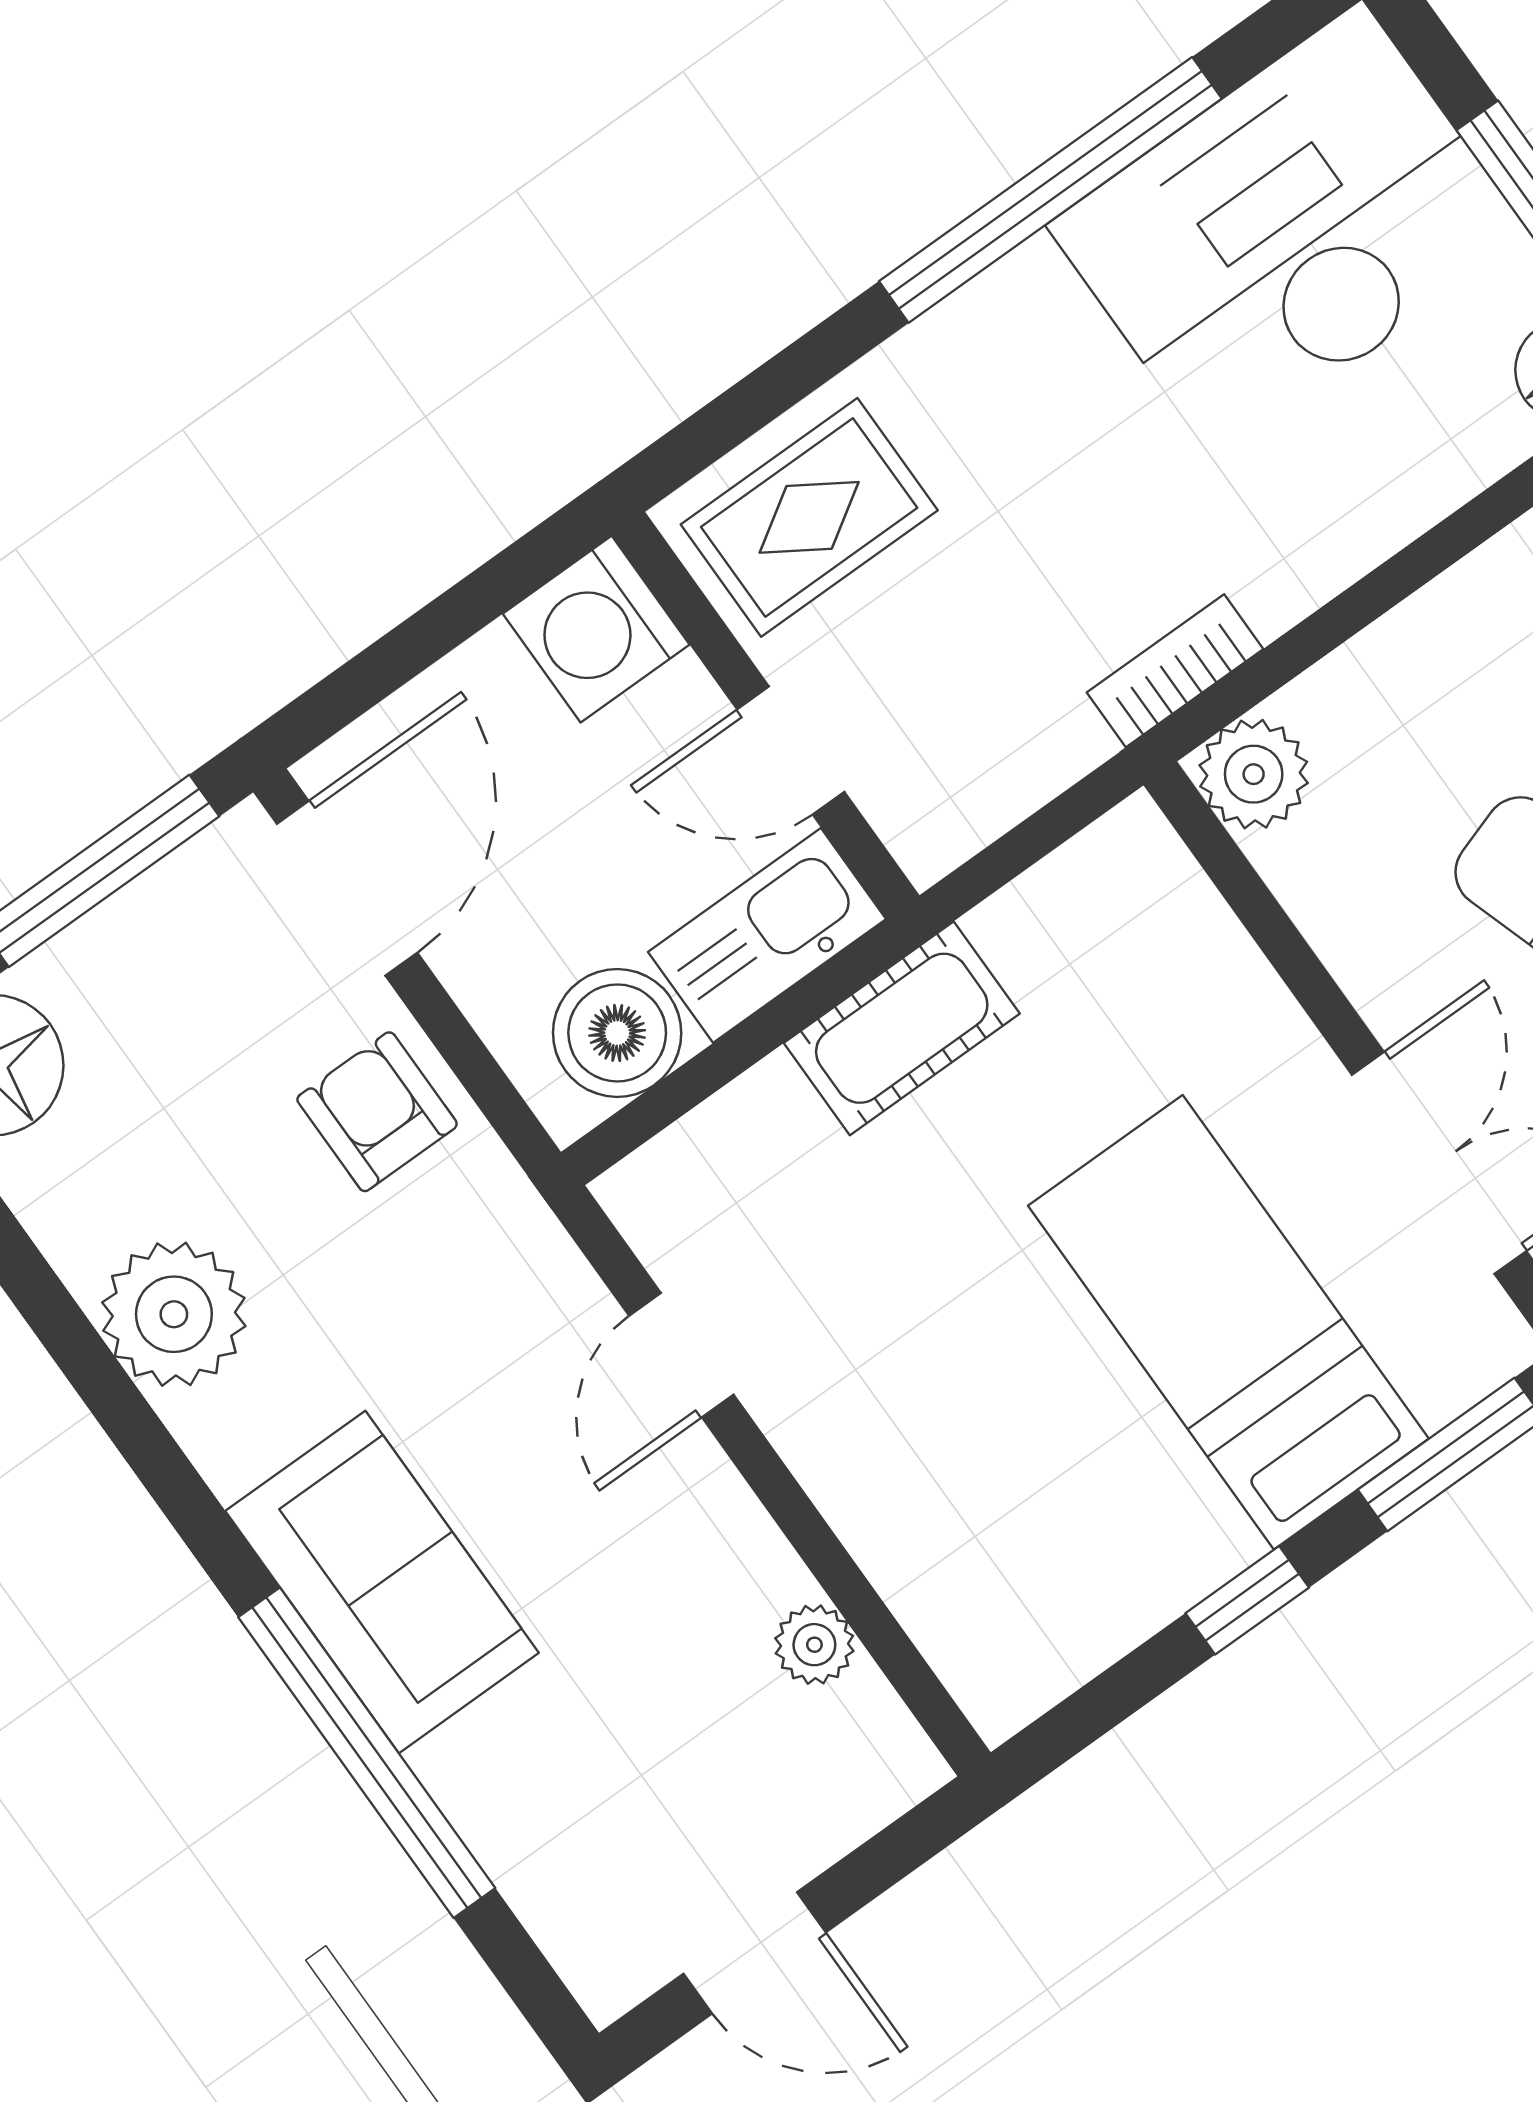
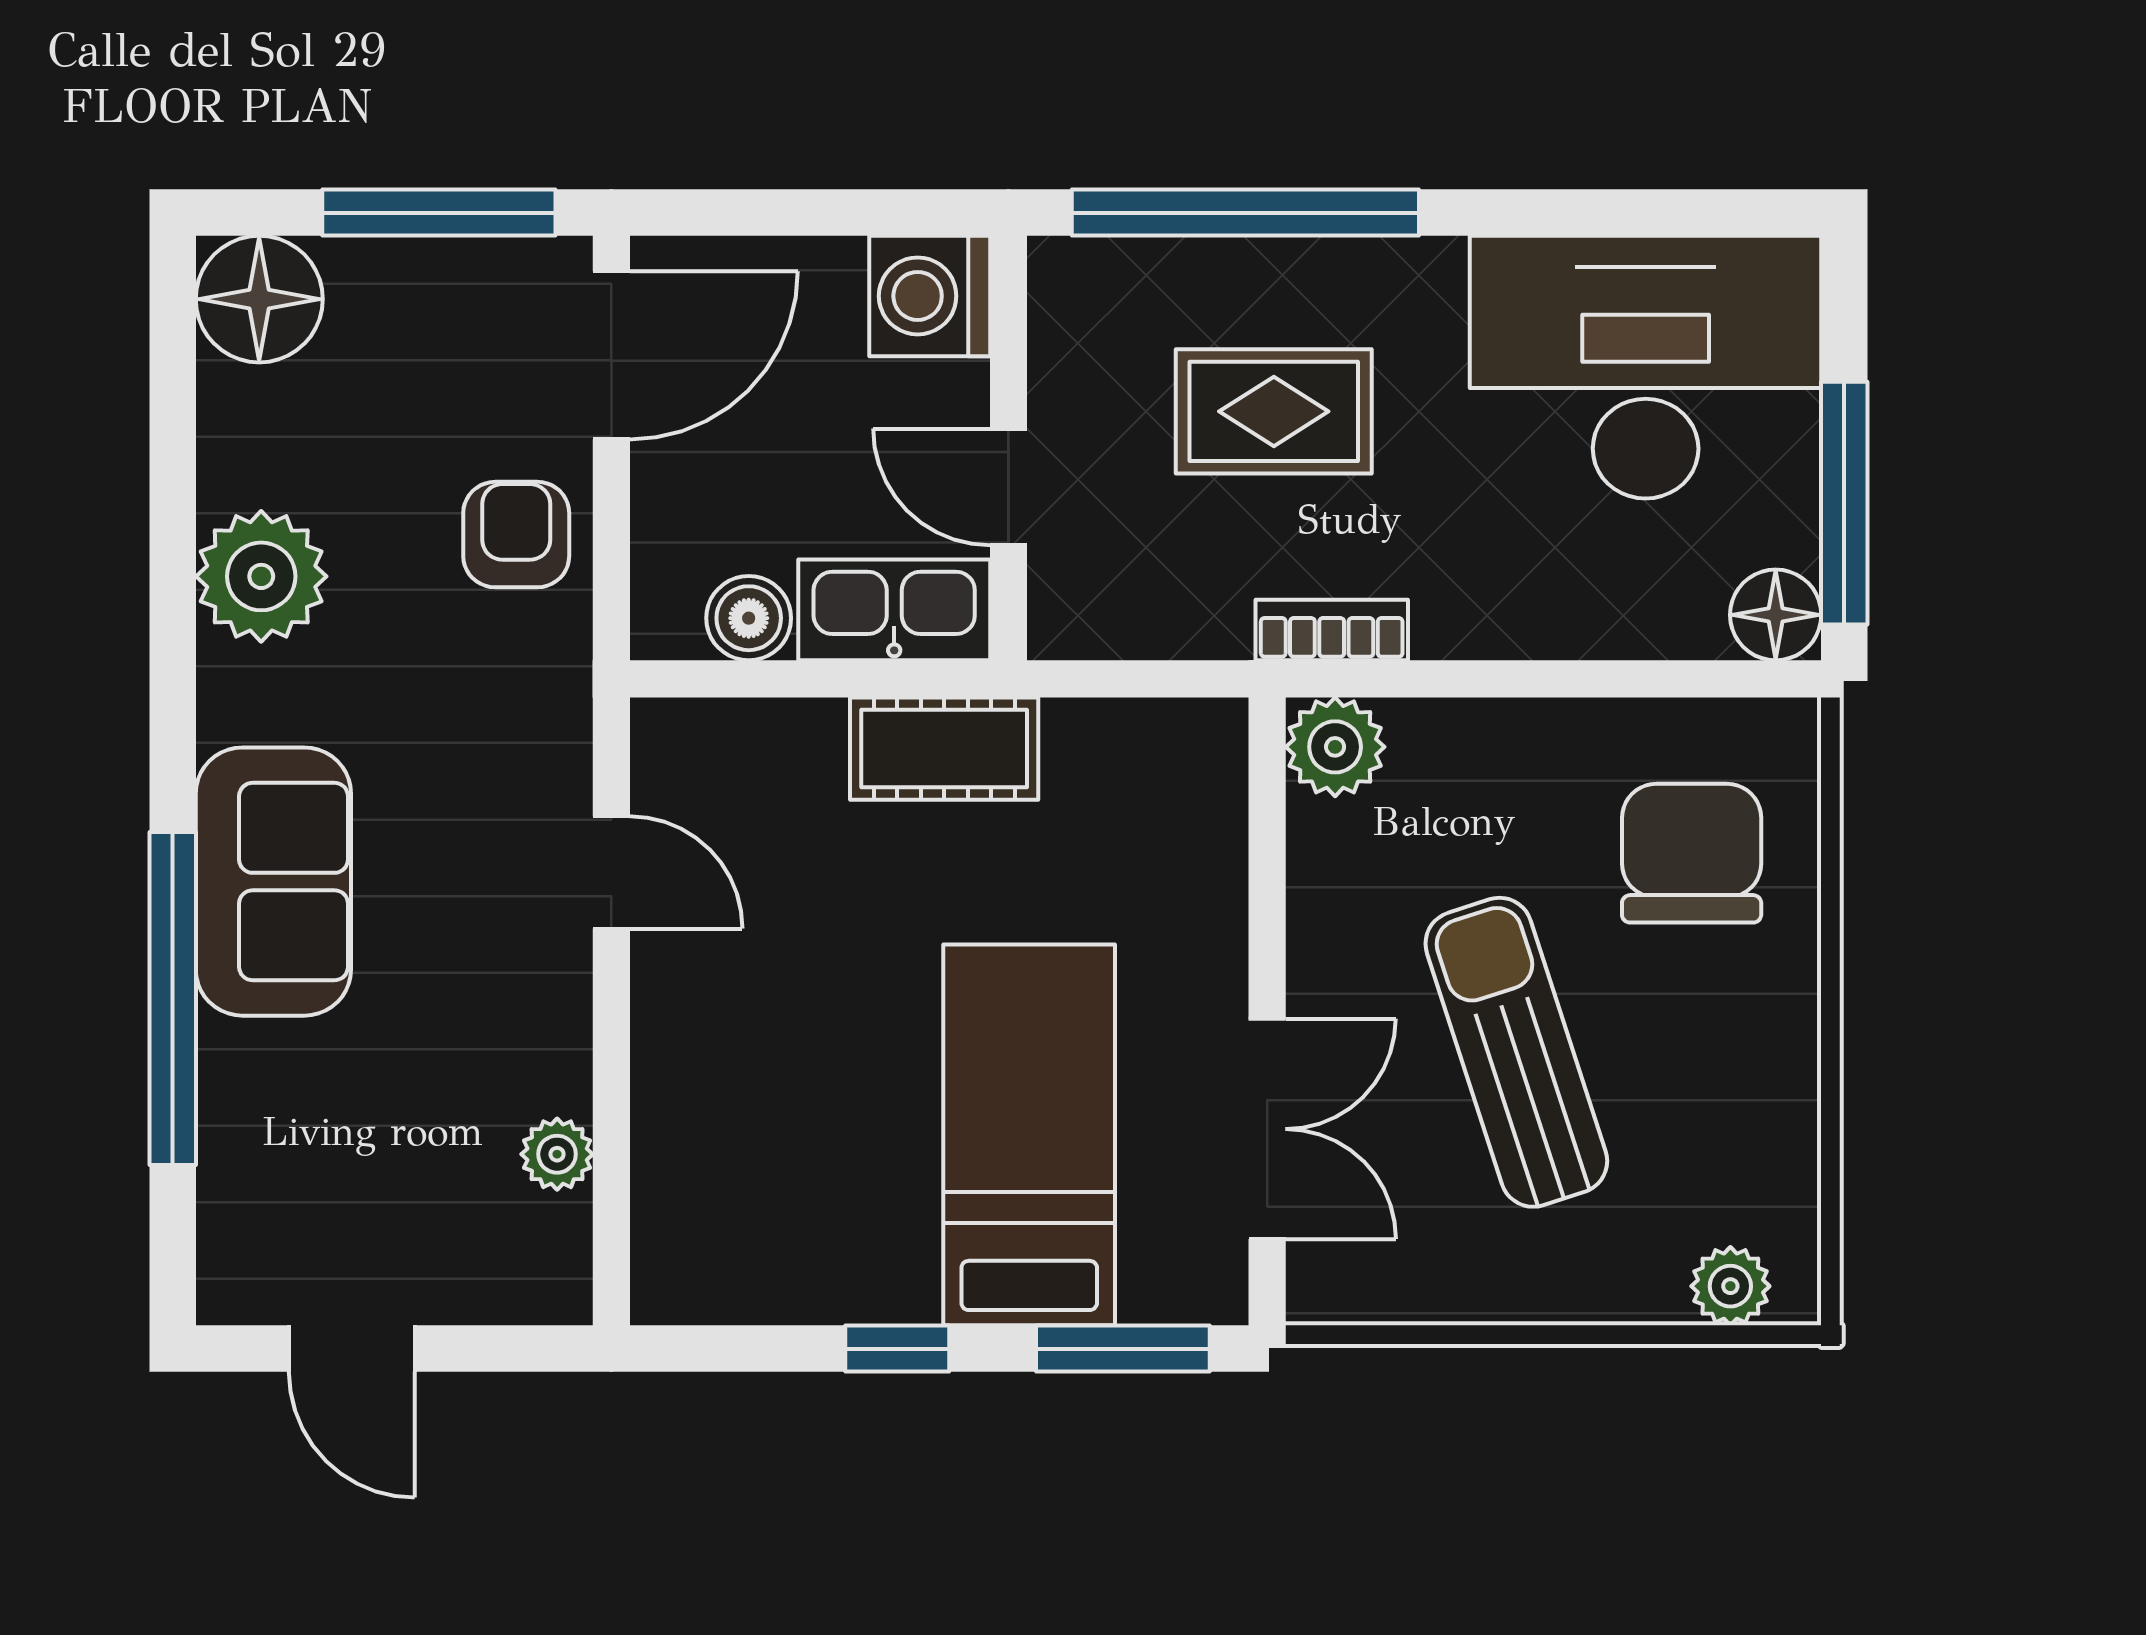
window: (1050, 190) -> (1245, 213), moved
rug: (809, 517) -> (1274, 411), moved
boiler: (617, 1033) -> (749, 618), width x0.73, depth x0.73
door: (681, 1355) -> (611, 872), swing flipped

